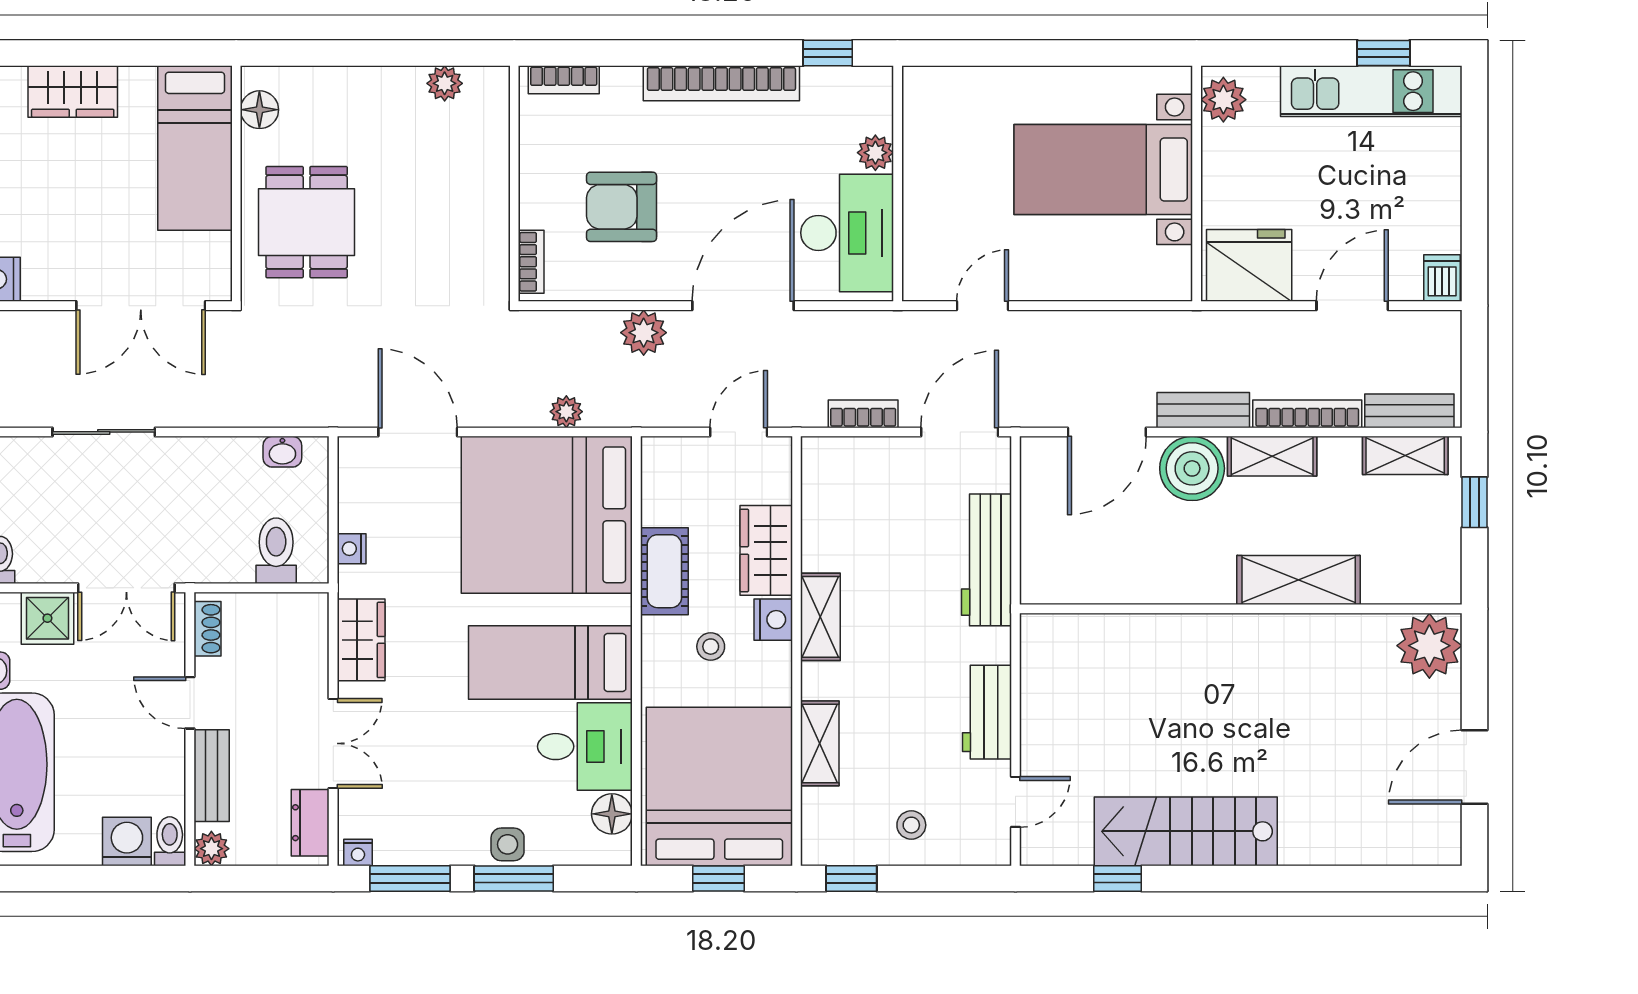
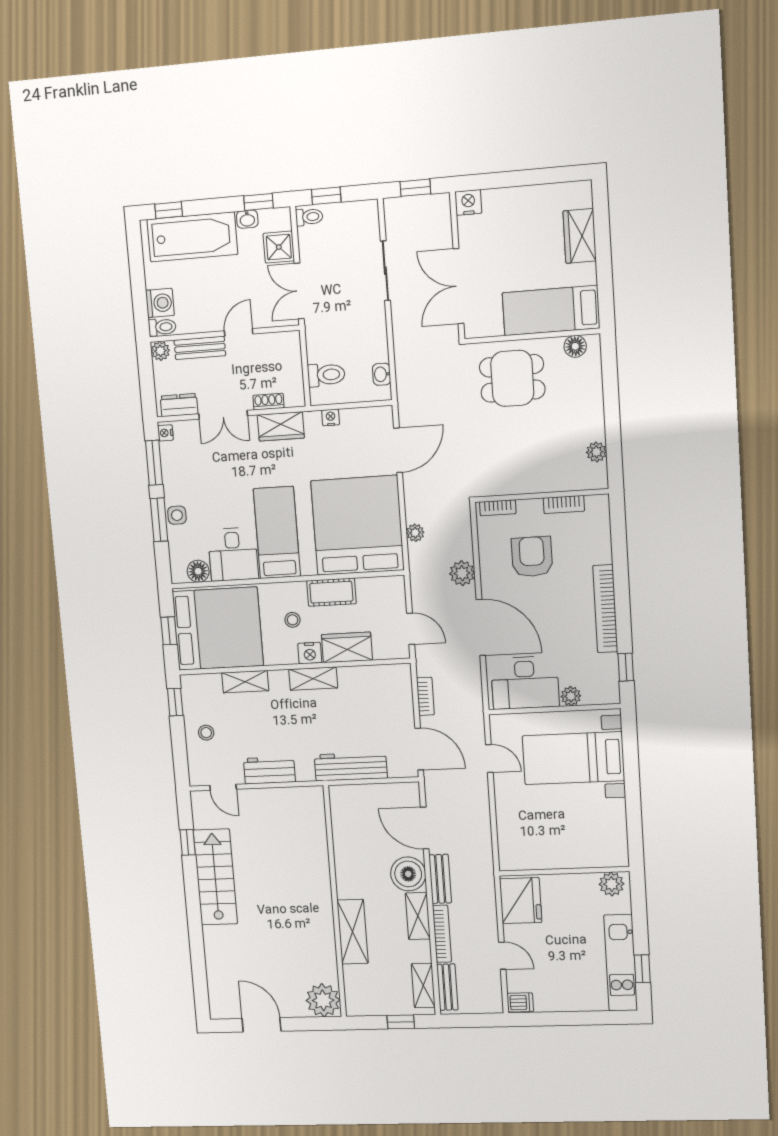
bookcase: (564, 80) -> (564, 504), moved, turned -90
bed with nightstands: (1103, 169) -> (573, 758), moved, turned -90
door: (1352, 306) -> (502, 956), width x0.73
shoe rack: (207, 629) -> (268, 402), moved, turned 180

